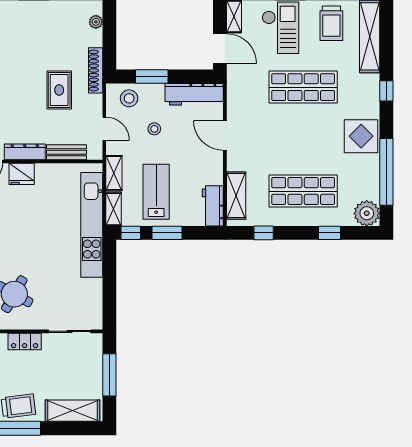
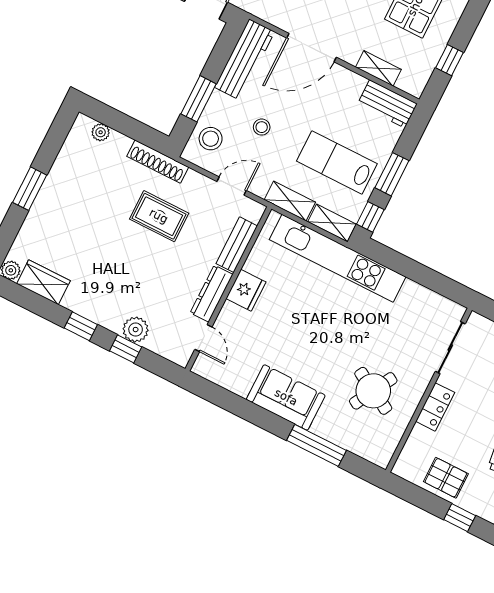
door: (225, 135) -> (312, 48), width x1.36
fridge: (22, 174) -> (246, 290), moved
shelving: (236, 196) -> (378, 68), width x0.67, depth x0.75

